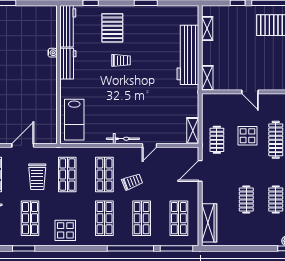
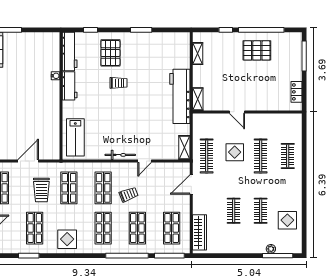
workbench: (188, 55) -> (180, 96), moved
clothes rail: (217, 140) -> (207, 156), width x1.36

